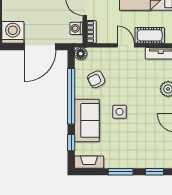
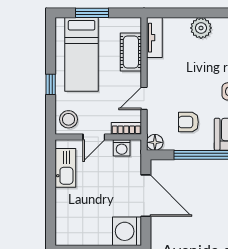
door: (126, 45) -> (144, 98), moved
armchair: (96, 79) -> (188, 122), turned 116

